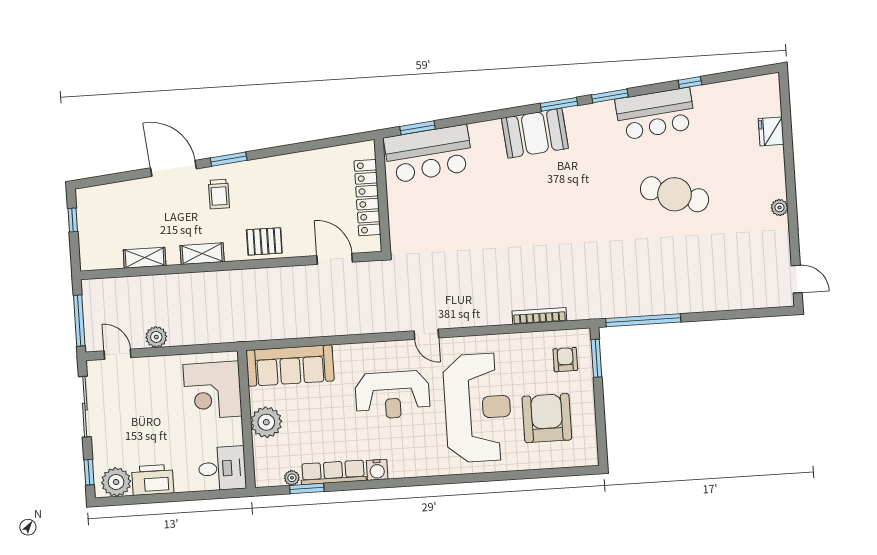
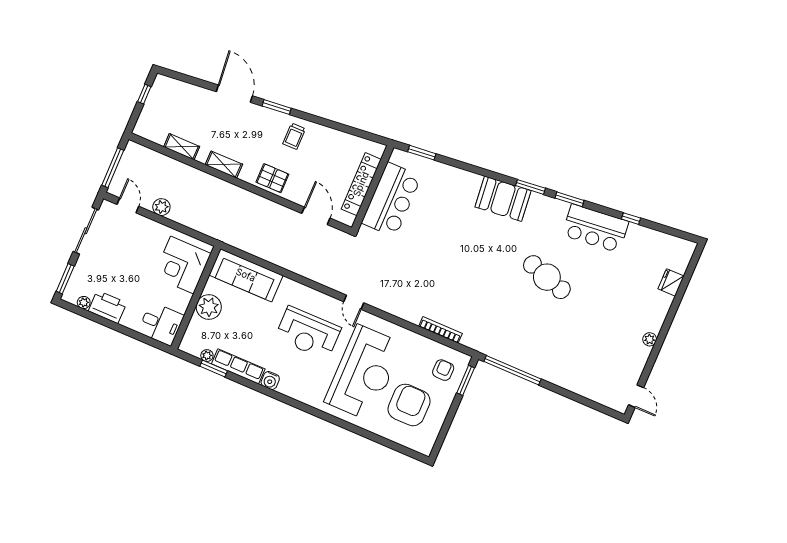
bar counter: (429, 154) -> (391, 200), moved, turned -84
trolley: (219, 194) -> (294, 136), moved
cafe table: (675, 194) -> (547, 277), moved
window: (89, 472) -> (65, 279), width x1.50
plant: (116, 482) -> (84, 303), width x0.53, depth x0.53

